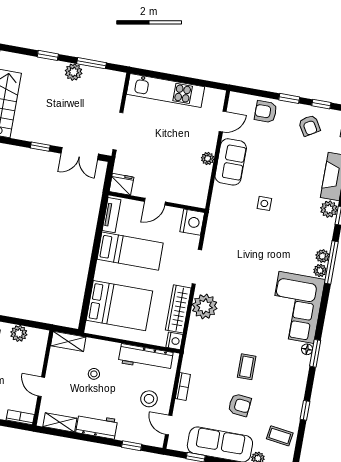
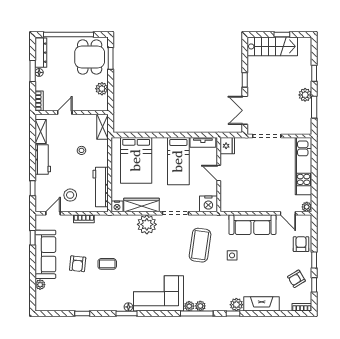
plant: (208, 158) -> (307, 207), moved
sofa: (231, 162) -> (252, 225), width x1.36
coffee table: (280, 436) -> (200, 245), moved, width x1.86, depth x1.72

